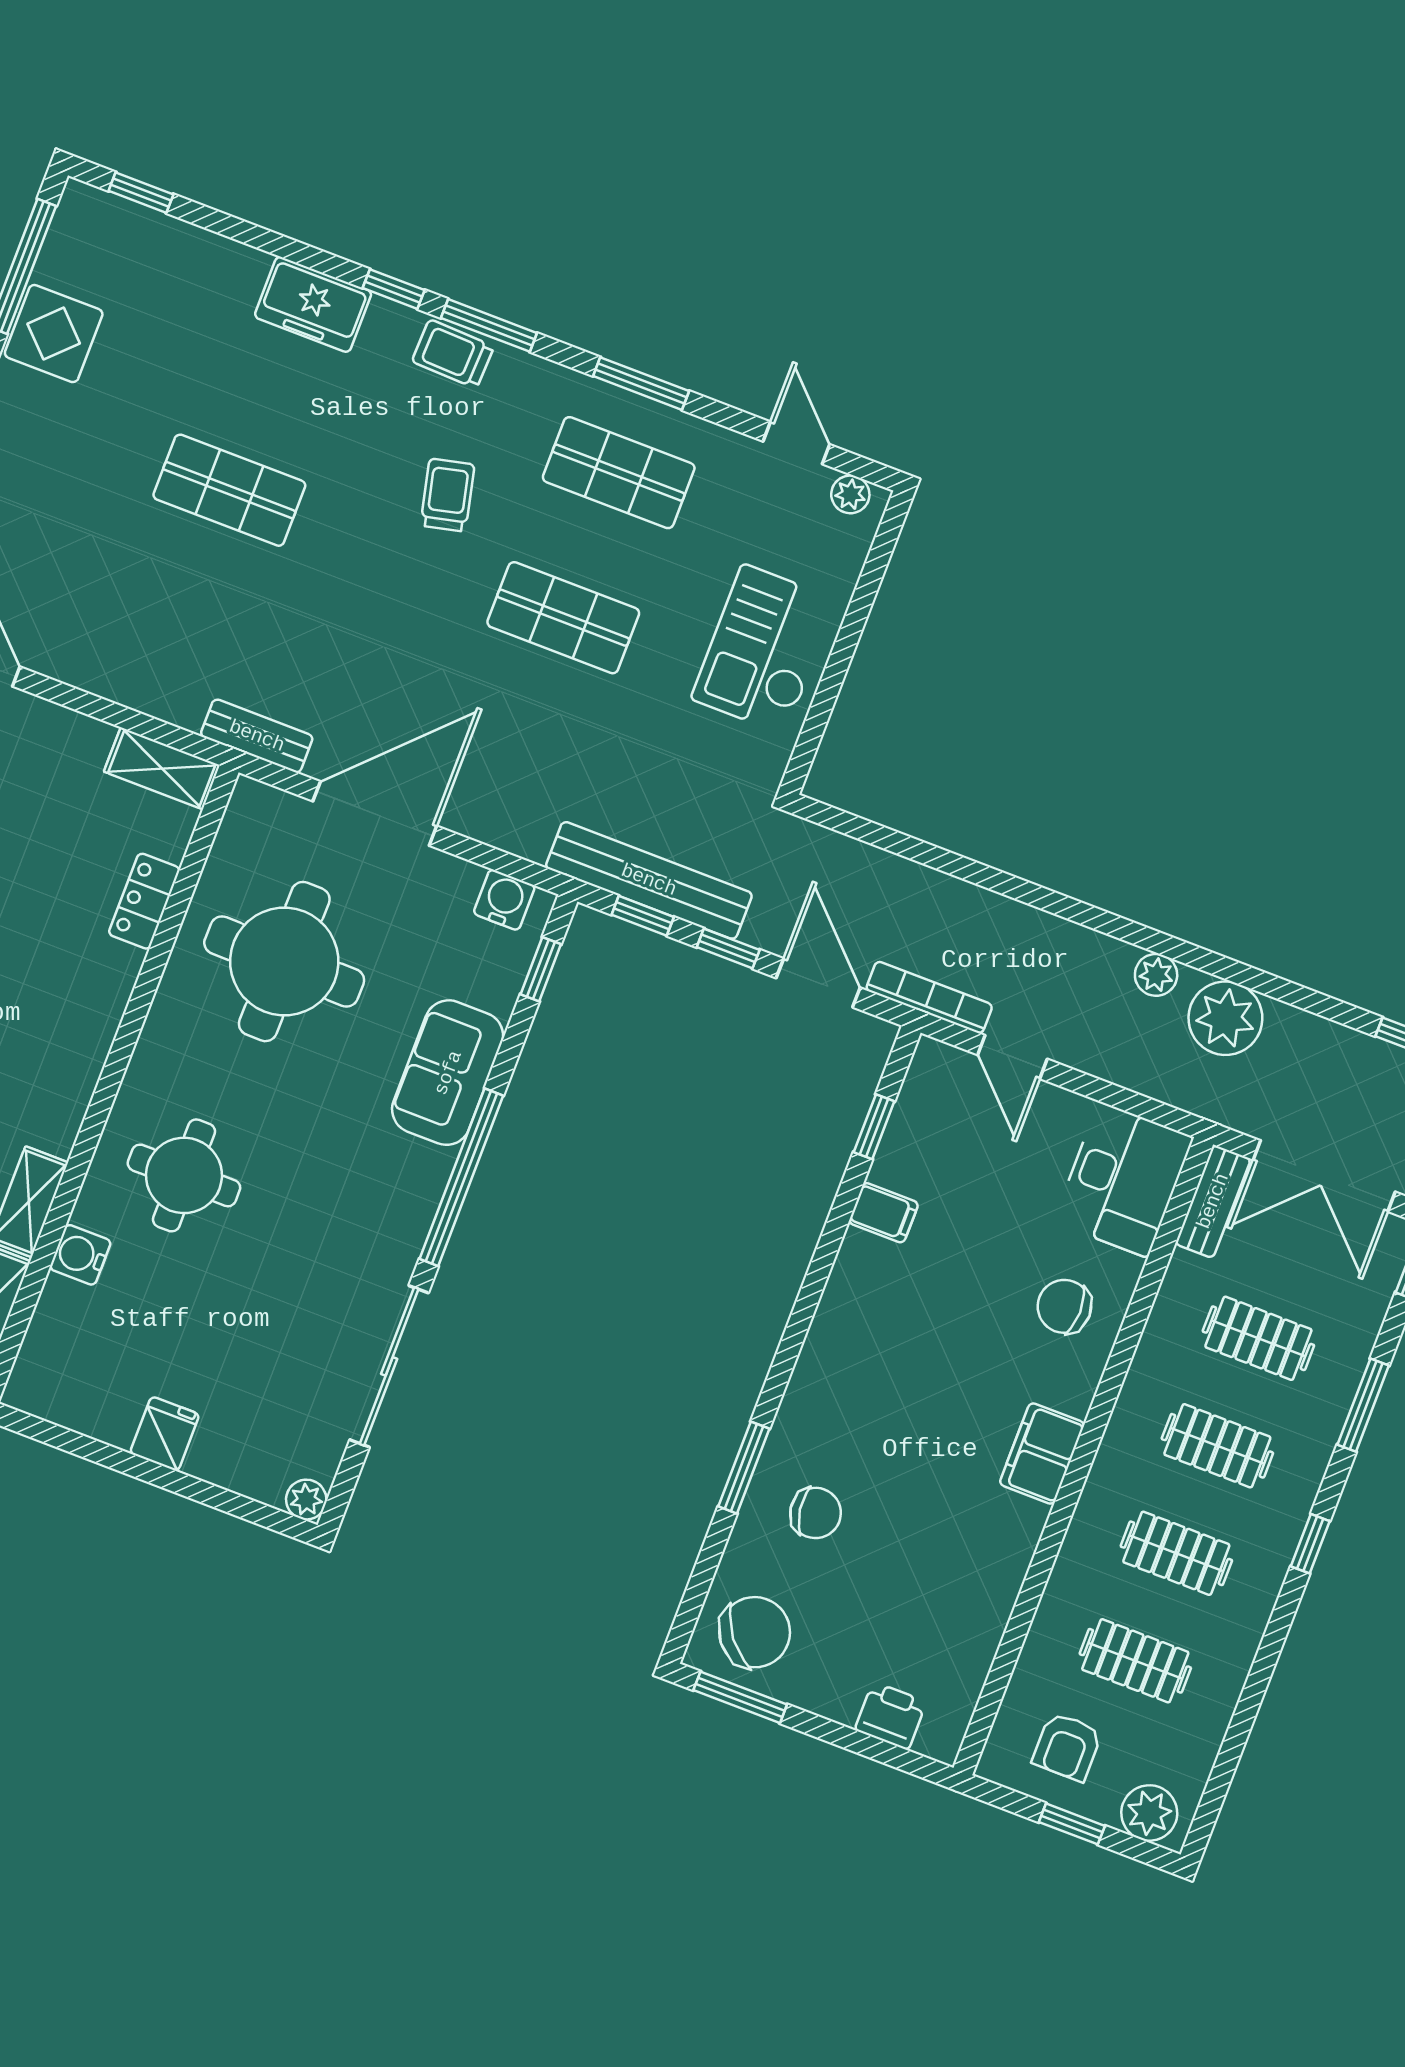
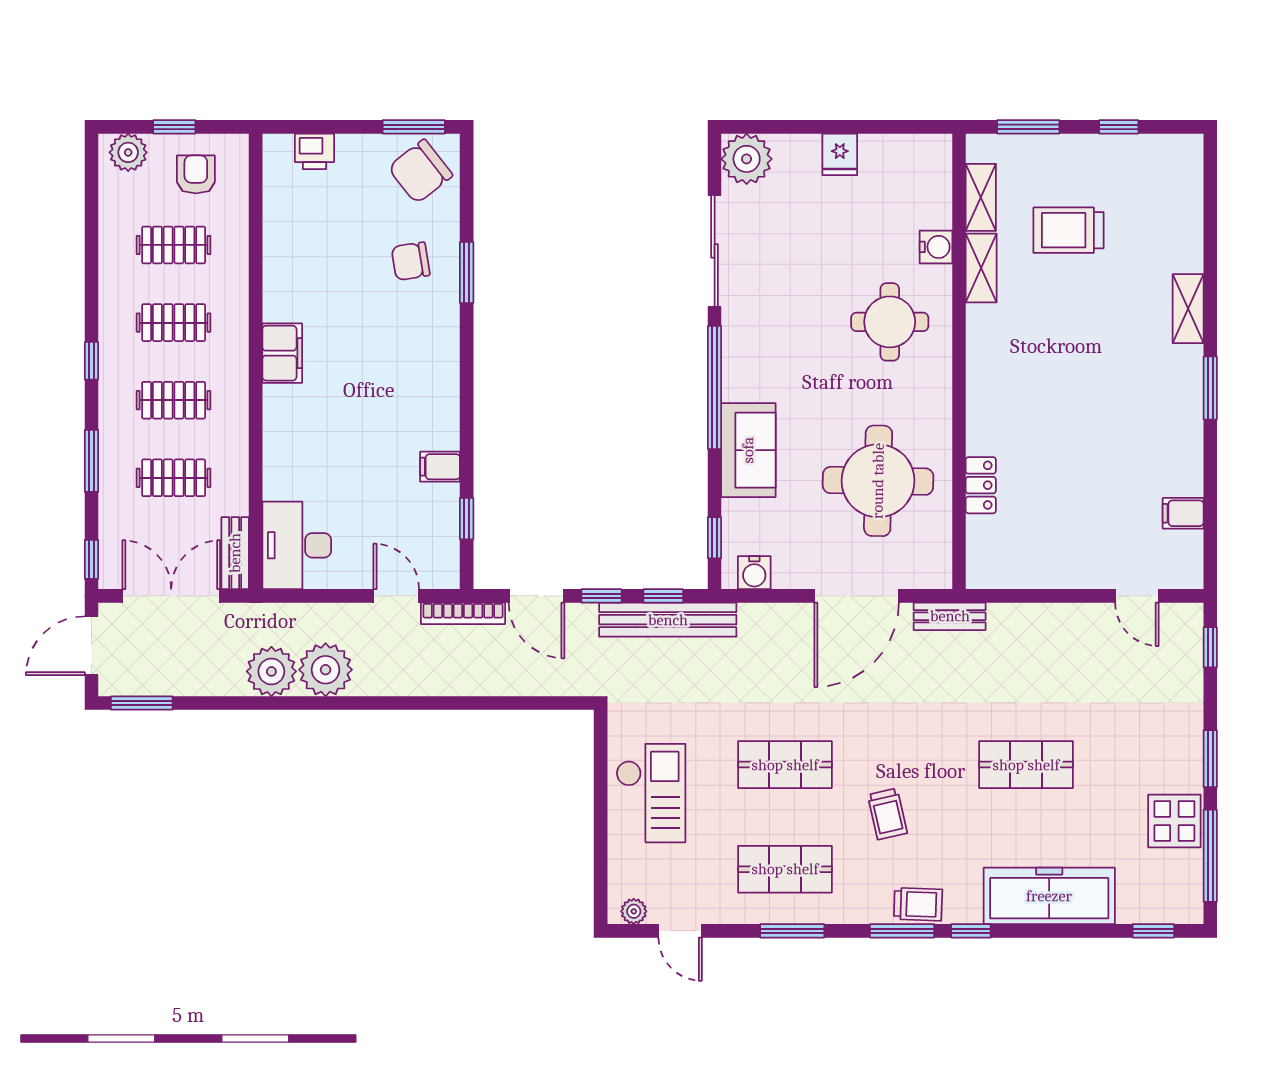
freezer: (313, 304) -> (1049, 896), width x1.91, depth x1.26
shelving: (162, 768) -> (1002, 573), removed
plant: (1156, 975) -> (326, 670), width x1.87, depth x1.87
chair: (1064, 1306) -> (303, 451), removed
plant: (306, 1500) -> (747, 159), width x1.88, depth x1.88

